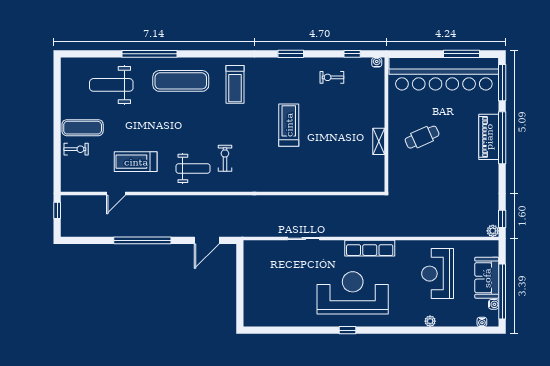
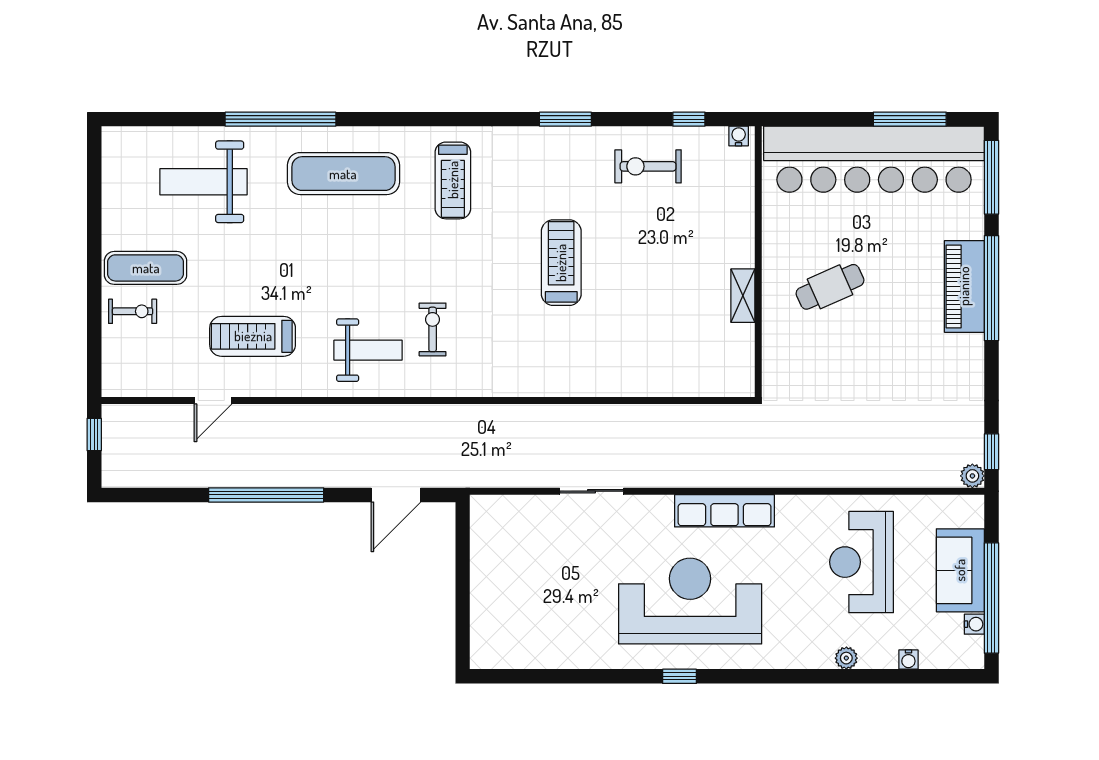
exercise bike: (332, 77) -> (648, 166), width x1.38, depth x1.39
water cooler: (482, 322) -> (908, 660), moved

